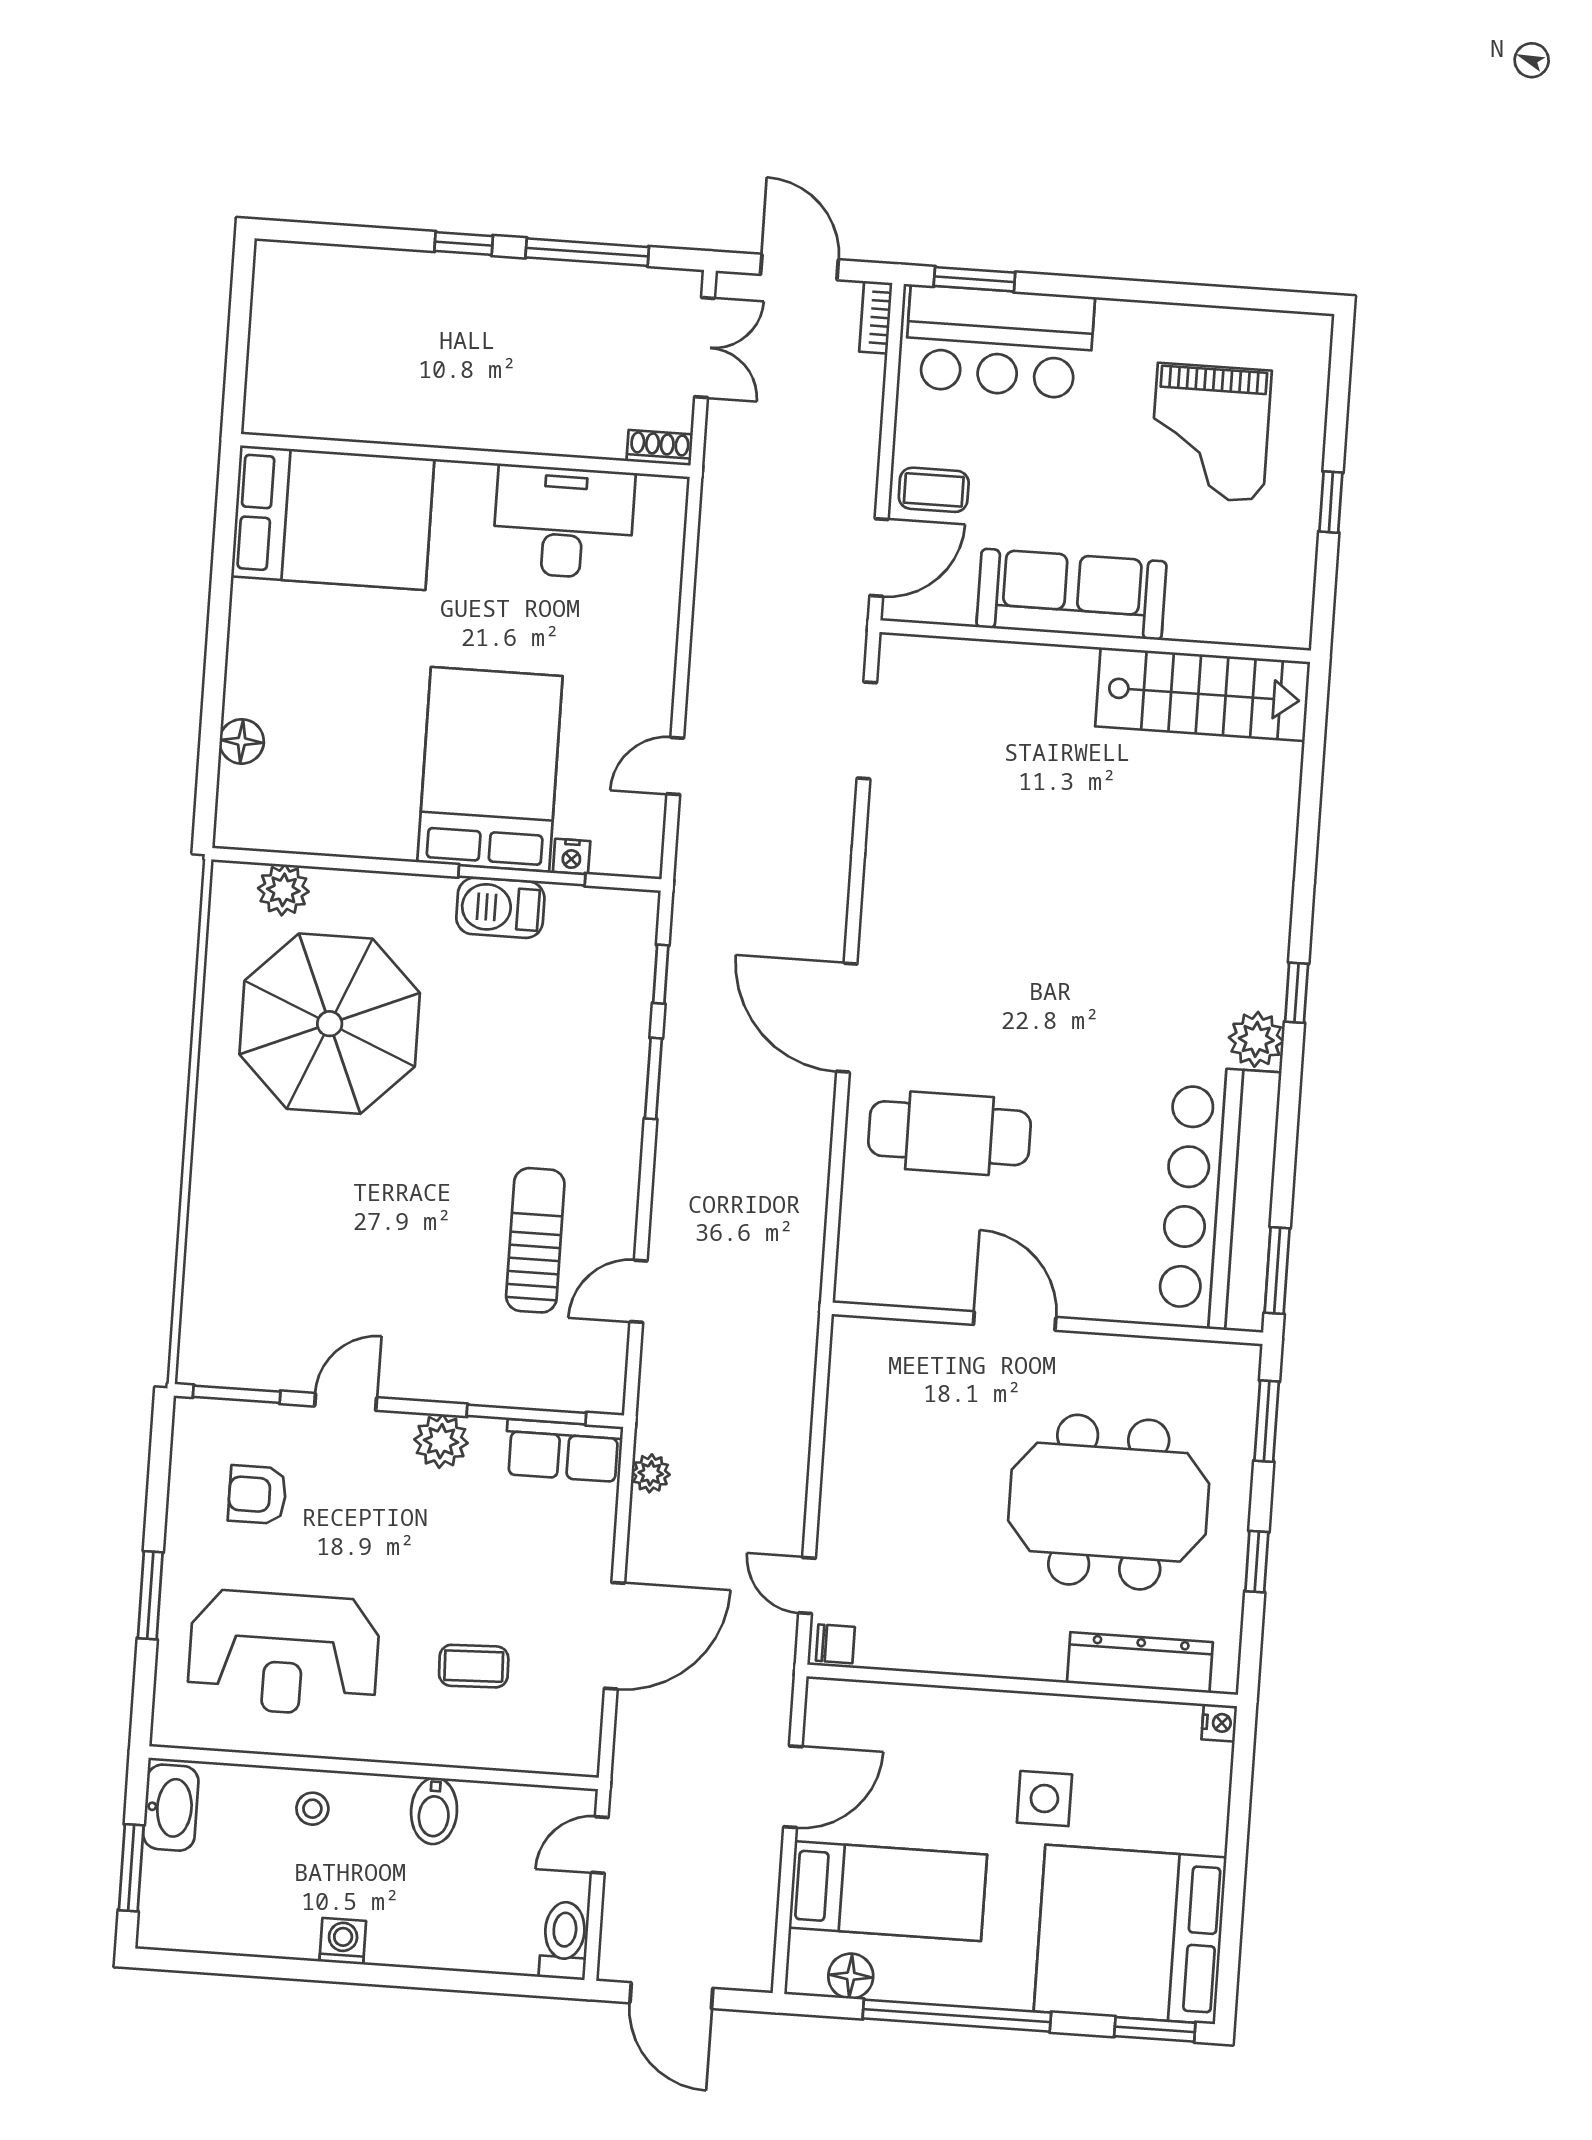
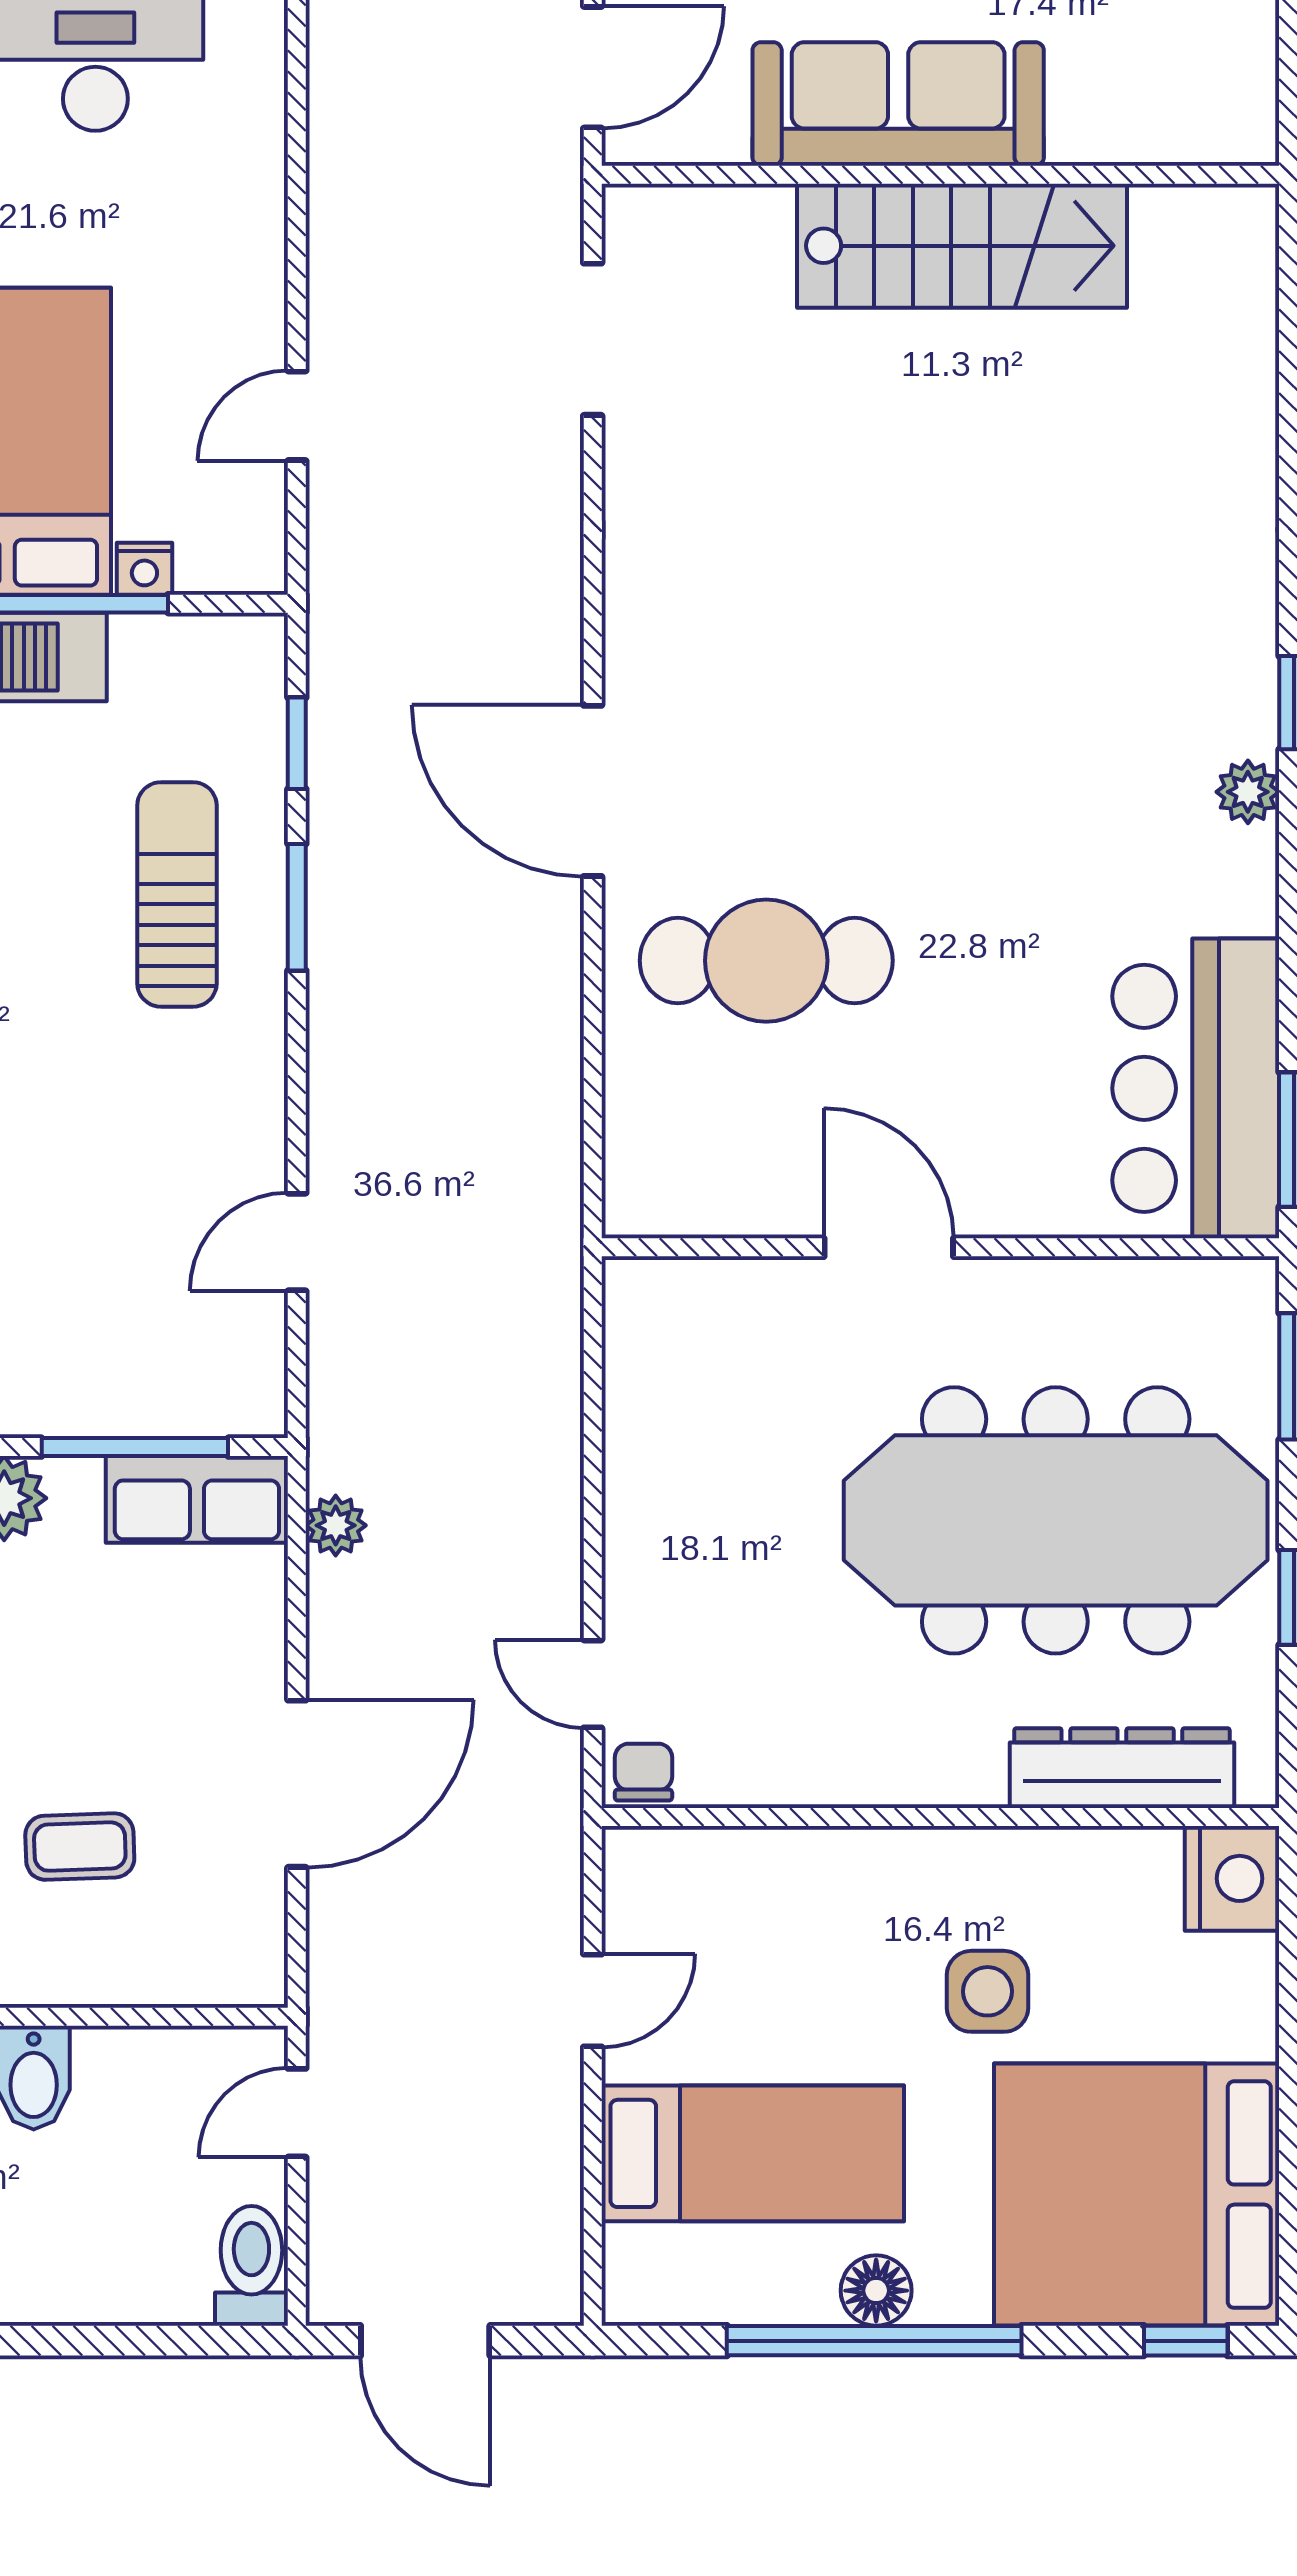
stairs: (1203, 694) -> (962, 246), moved
plant: (1256, 1039) -> (1248, 792), width x0.73, depth x0.73
bar counter: (1219, 1199) -> (1196, 1088), width x0.73
sun lounger: (535, 1240) -> (177, 894), moved
meeting table: (1109, 1502) -> (1056, 1520), width x1.36
chair: (835, 1644) -> (643, 1772), turned -90
nightstand: (1219, 1723) -> (1232, 1878), width x1.89, depth x1.79
door: (793, 1787) -> (593, 2001), width x0.73
floor lamp: (851, 1976) -> (876, 2291), moved
window: (1155, 2029) -> (1186, 2341), width x0.67

